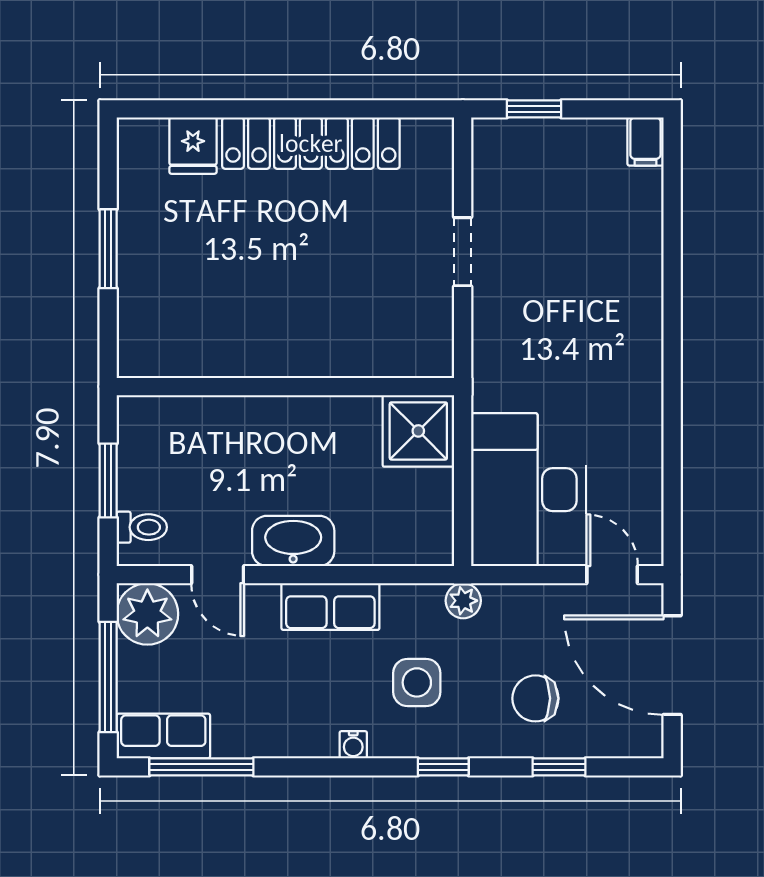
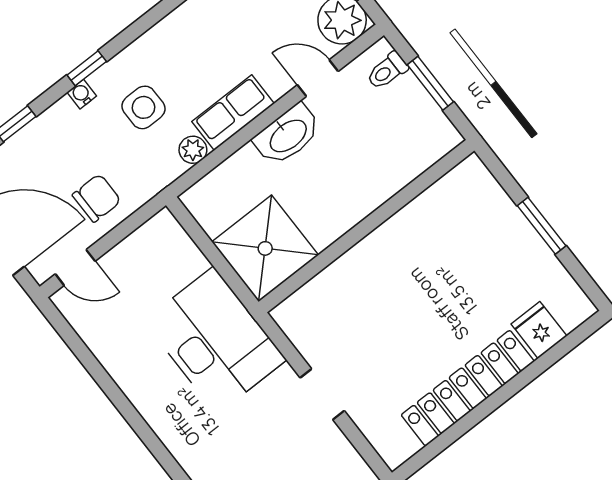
shower: (418, 431) -> (265, 248), width x1.37, depth x1.37
desk: (528, 490) -> (215, 340), moved
plant: (463, 601) -> (193, 150), moved
chair: (535, 698) -> (97, 198), moved
water cooler: (353, 745) -> (82, 94), moved

